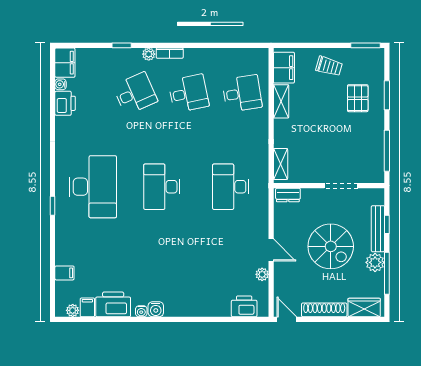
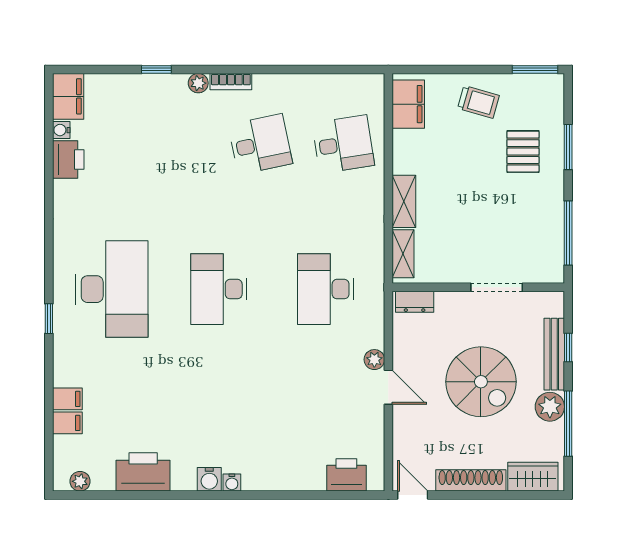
desk: (135, 93) -> (177, 144), removed
shelving: (281, 101) -> (404, 201), moved
plant: (262, 274) -> (374, 360), moved
filing cabinet: (87, 307) -> (67, 399), moved, turned 90
water cooler: (141, 311) -> (232, 482), moved

